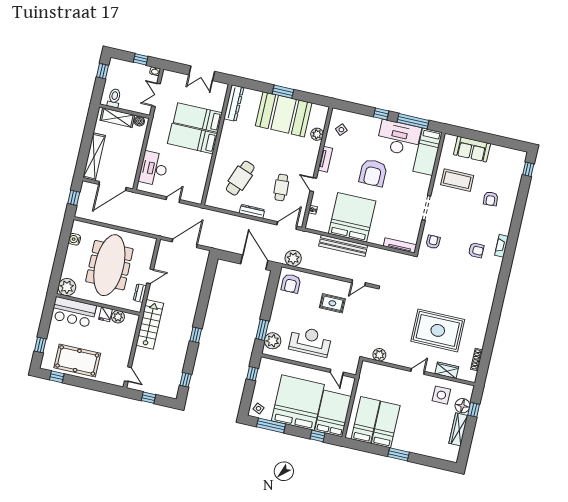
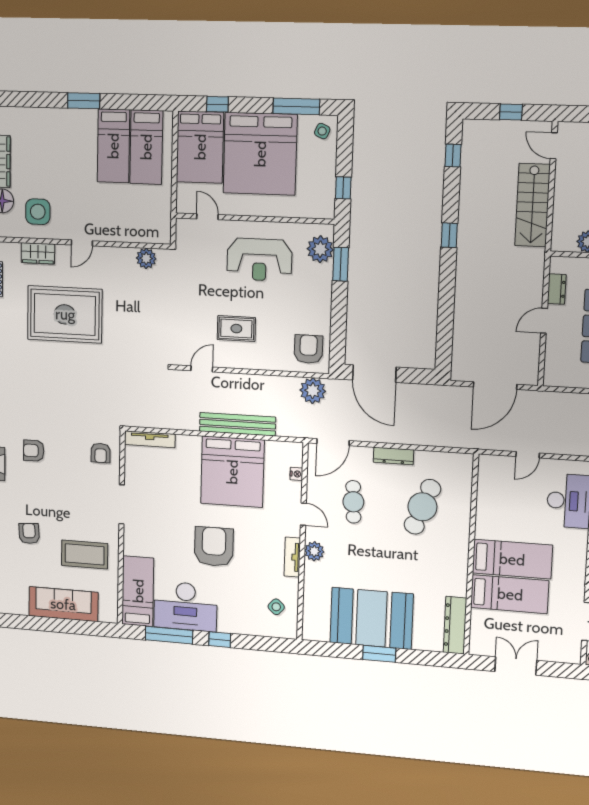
plant: (317, 134) -> (314, 551), moved
sofa: (472, 149) -> (63, 604), width x1.36
stairs: (150, 324) -> (533, 205), moved

